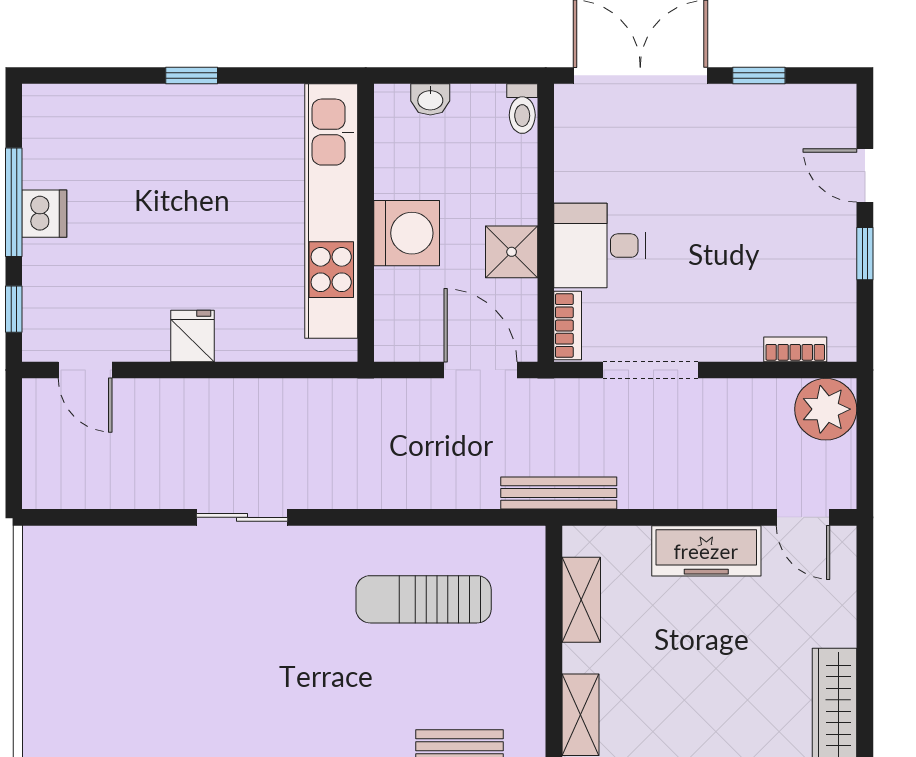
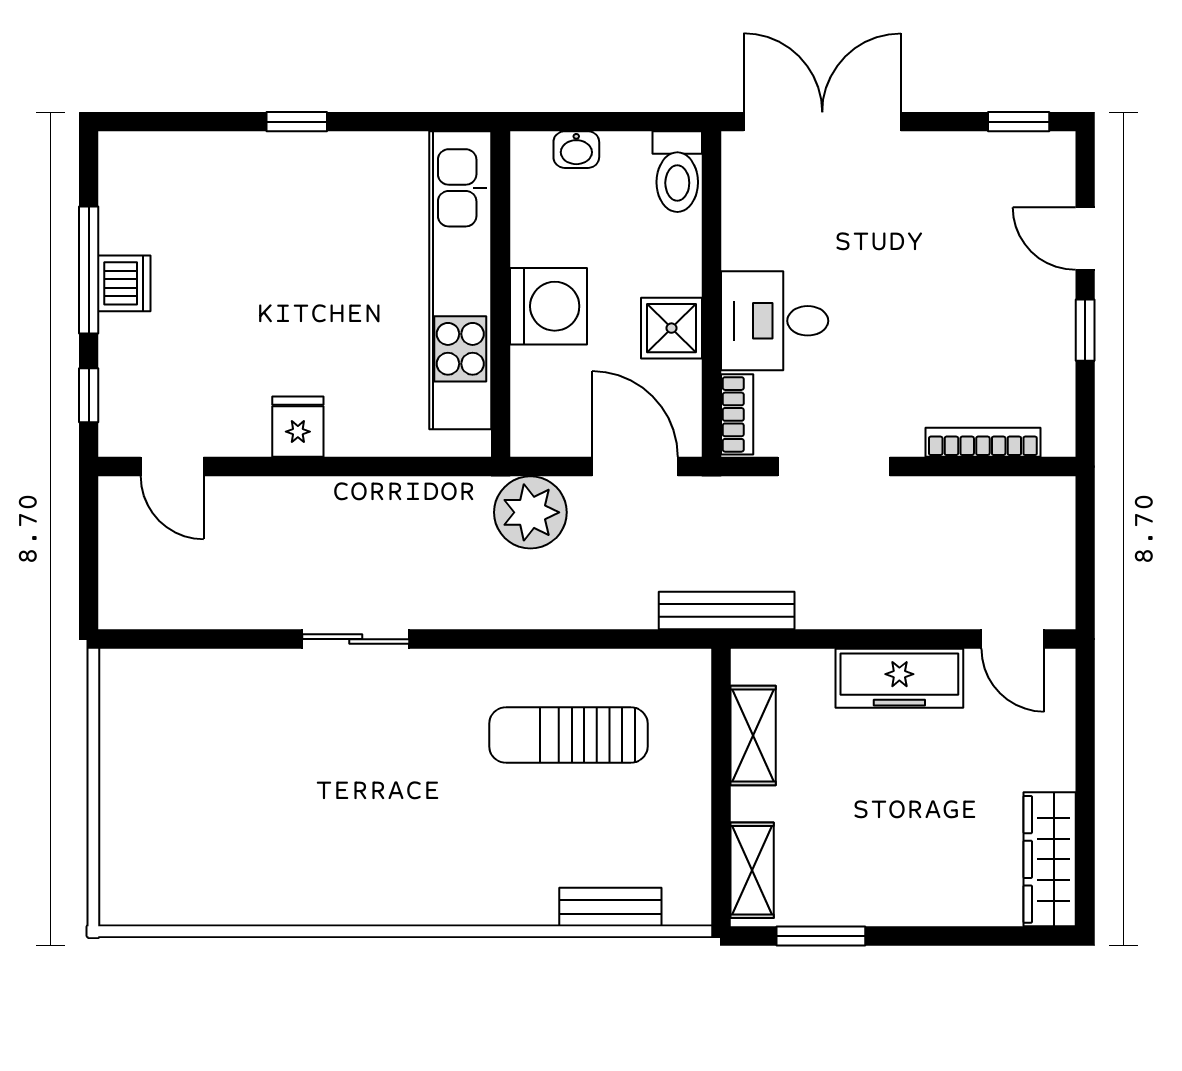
window: (759, 75) -> (1019, 122), moved
toilet: (522, 109) -> (677, 172), width x1.37, depth x1.39
bookcase: (795, 349) -> (983, 442), width x1.56
plant: (826, 409) -> (530, 512), moved

